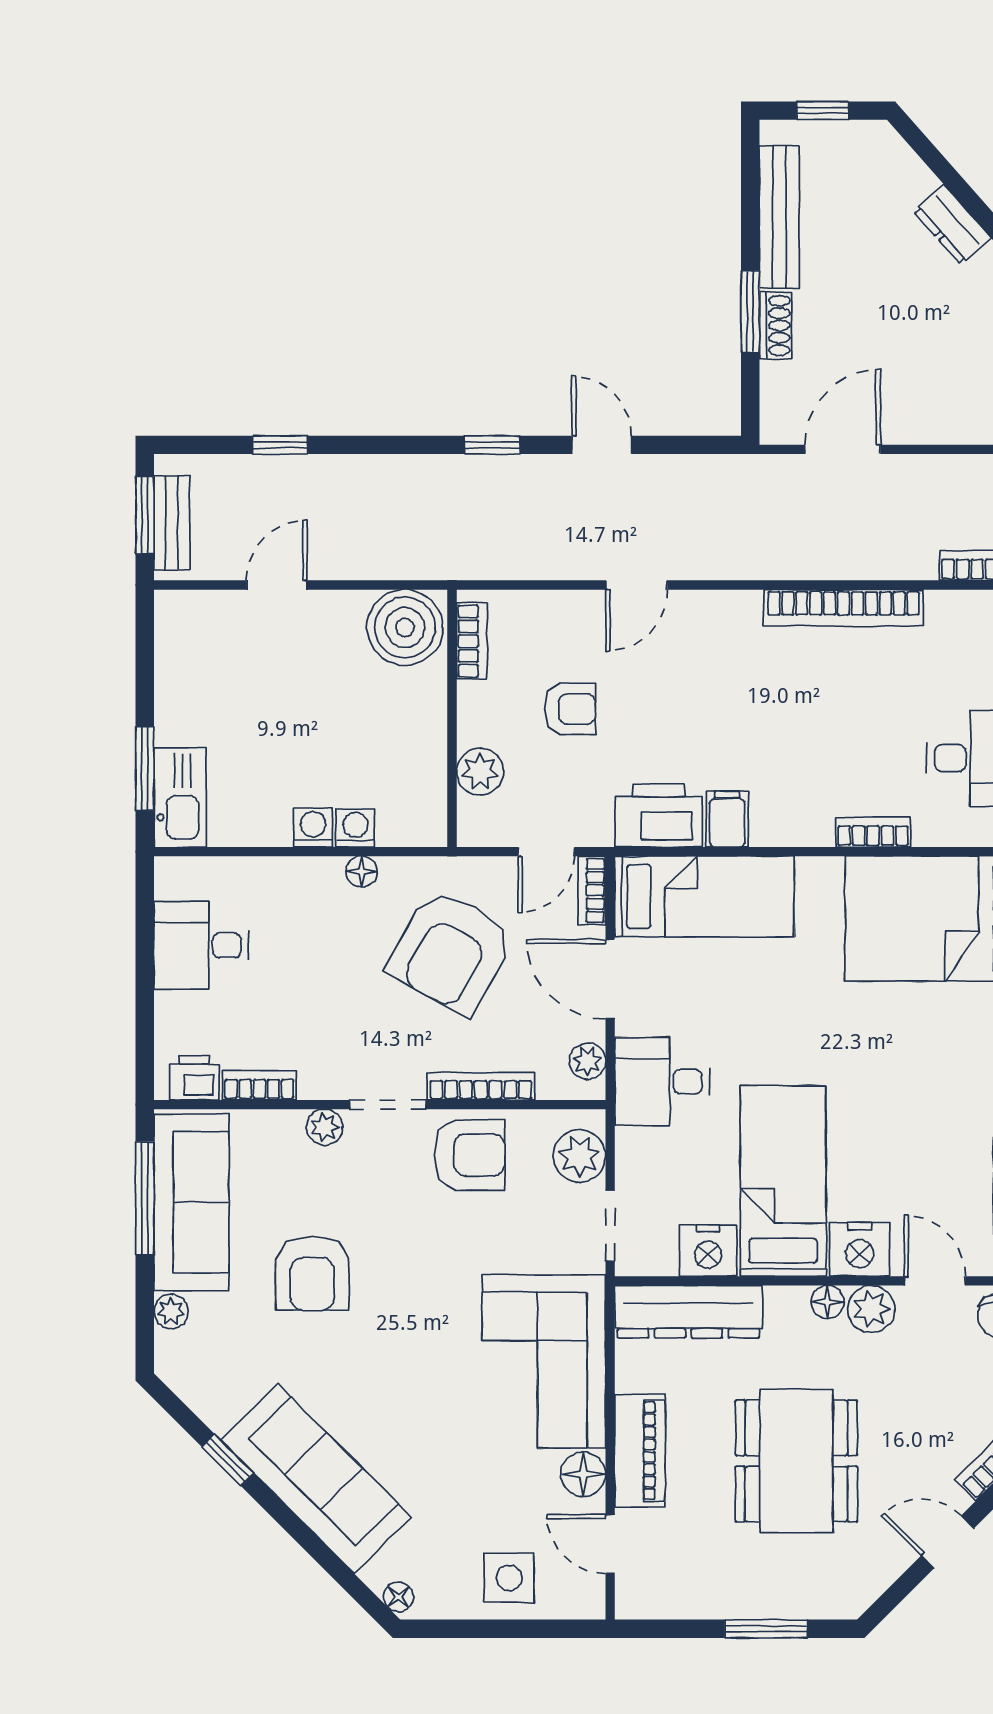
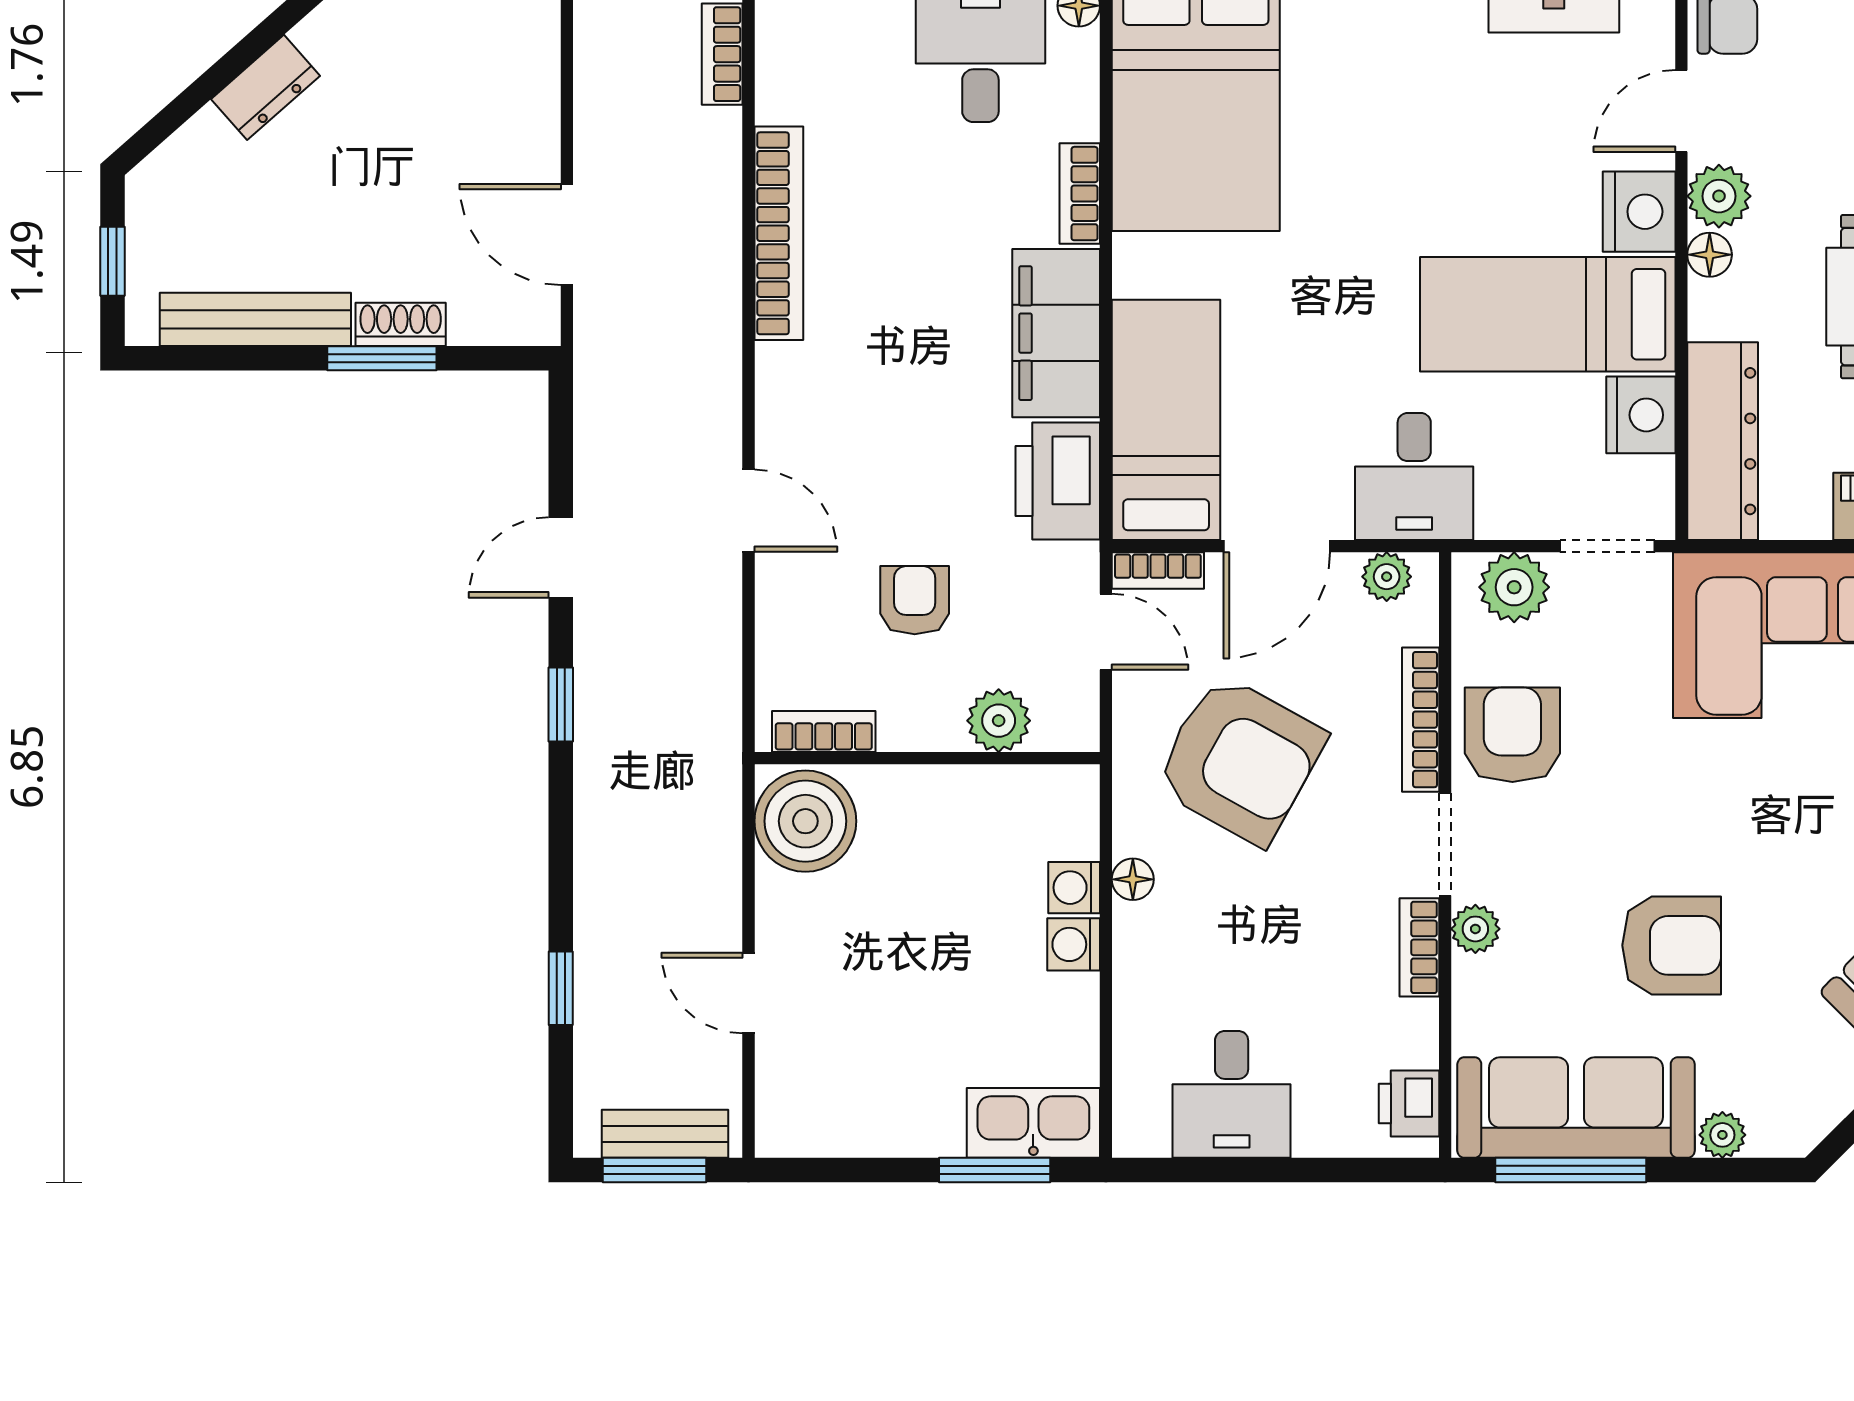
filing cabinet: (727, 819) -> (1056, 333), width x3.00, depth x1.17
bookcase: (259, 1085) -> (1419, 947), moved

